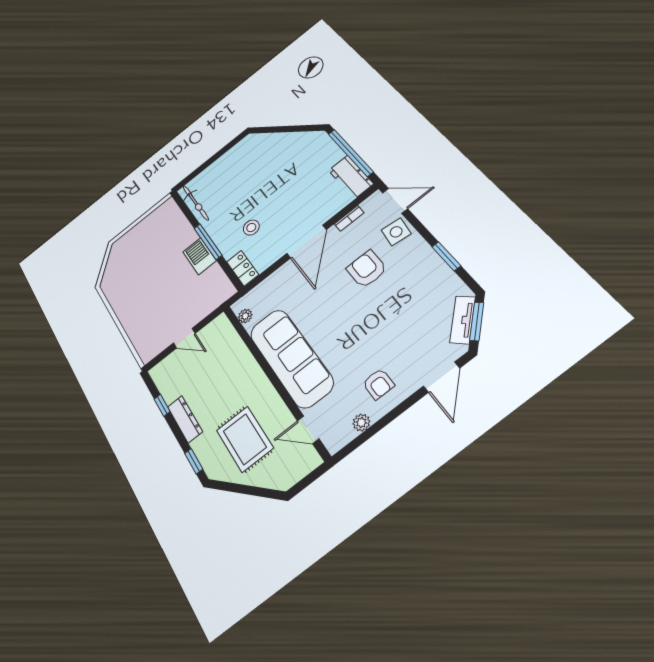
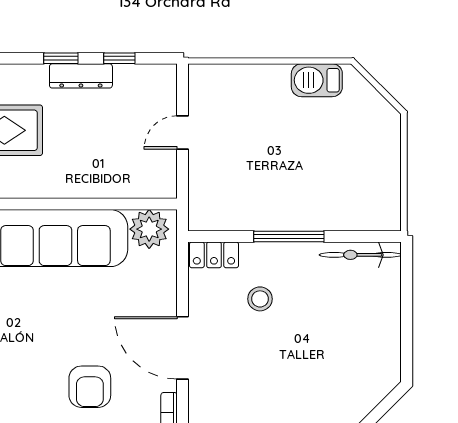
barbecue: (200, 256) -> (317, 80), moved, turned 180
armchair: (367, 269) -> (90, 387), turned 90
plant: (245, 316) -> (149, 229), width x1.87, depth x1.87
window: (194, 461) -> (61, 58), moved

